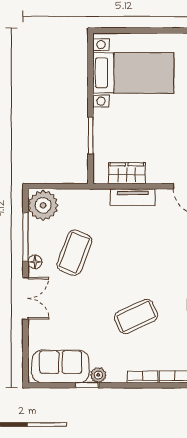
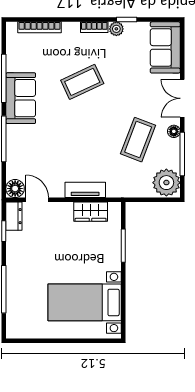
sofa: (61, 366) -> (165, 47), moved, turned 90
bookcase: (143, 377) -> (94, 27), moved

